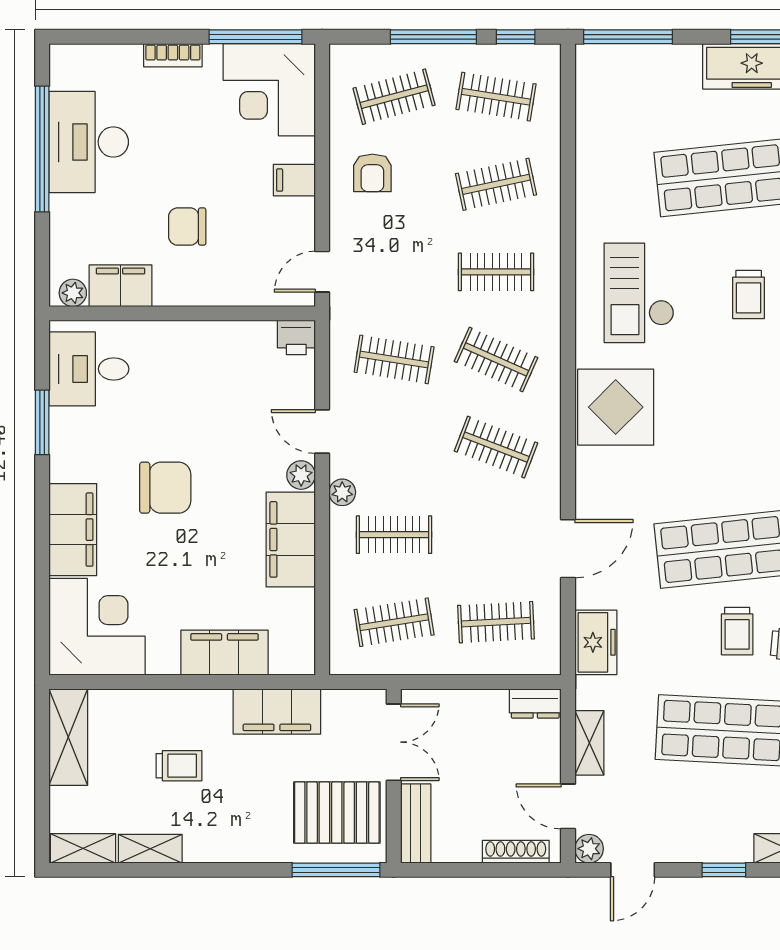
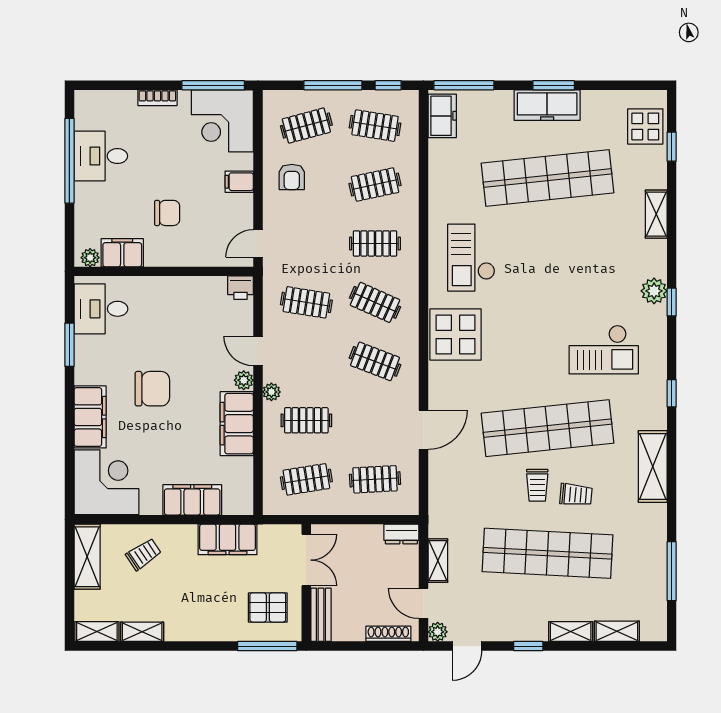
desk: (89, 142) -> (101, 156), width x0.73
chair: (187, 227) -> (167, 213), turned 180
trolley: (749, 295) -> (545, 259), removed
freezer: (596, 642) -> (442, 116), moved
trolley: (179, 766) -> (144, 554), moved, turned -34
pallet: (337, 813) -> (268, 607), width x0.67, depth x0.71

